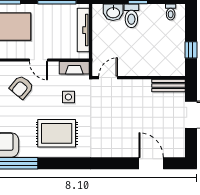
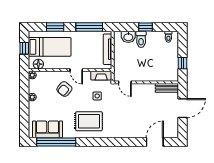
door: (108, 78) -> (125, 82), swing flipped
door: (151, 163) -> (155, 142), hinge flipped

